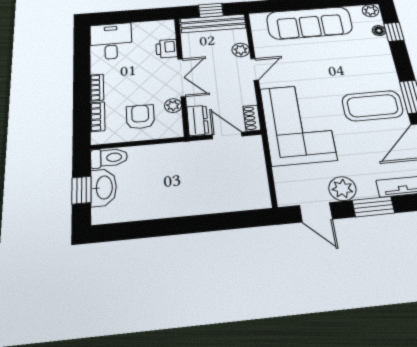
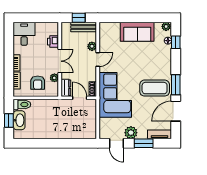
bench: (213, 23) -> (84, 27), width x0.73
sofa: (309, 23) -> (137, 32), width x0.73
armchair: (140, 117) -> (38, 83), turned 180

